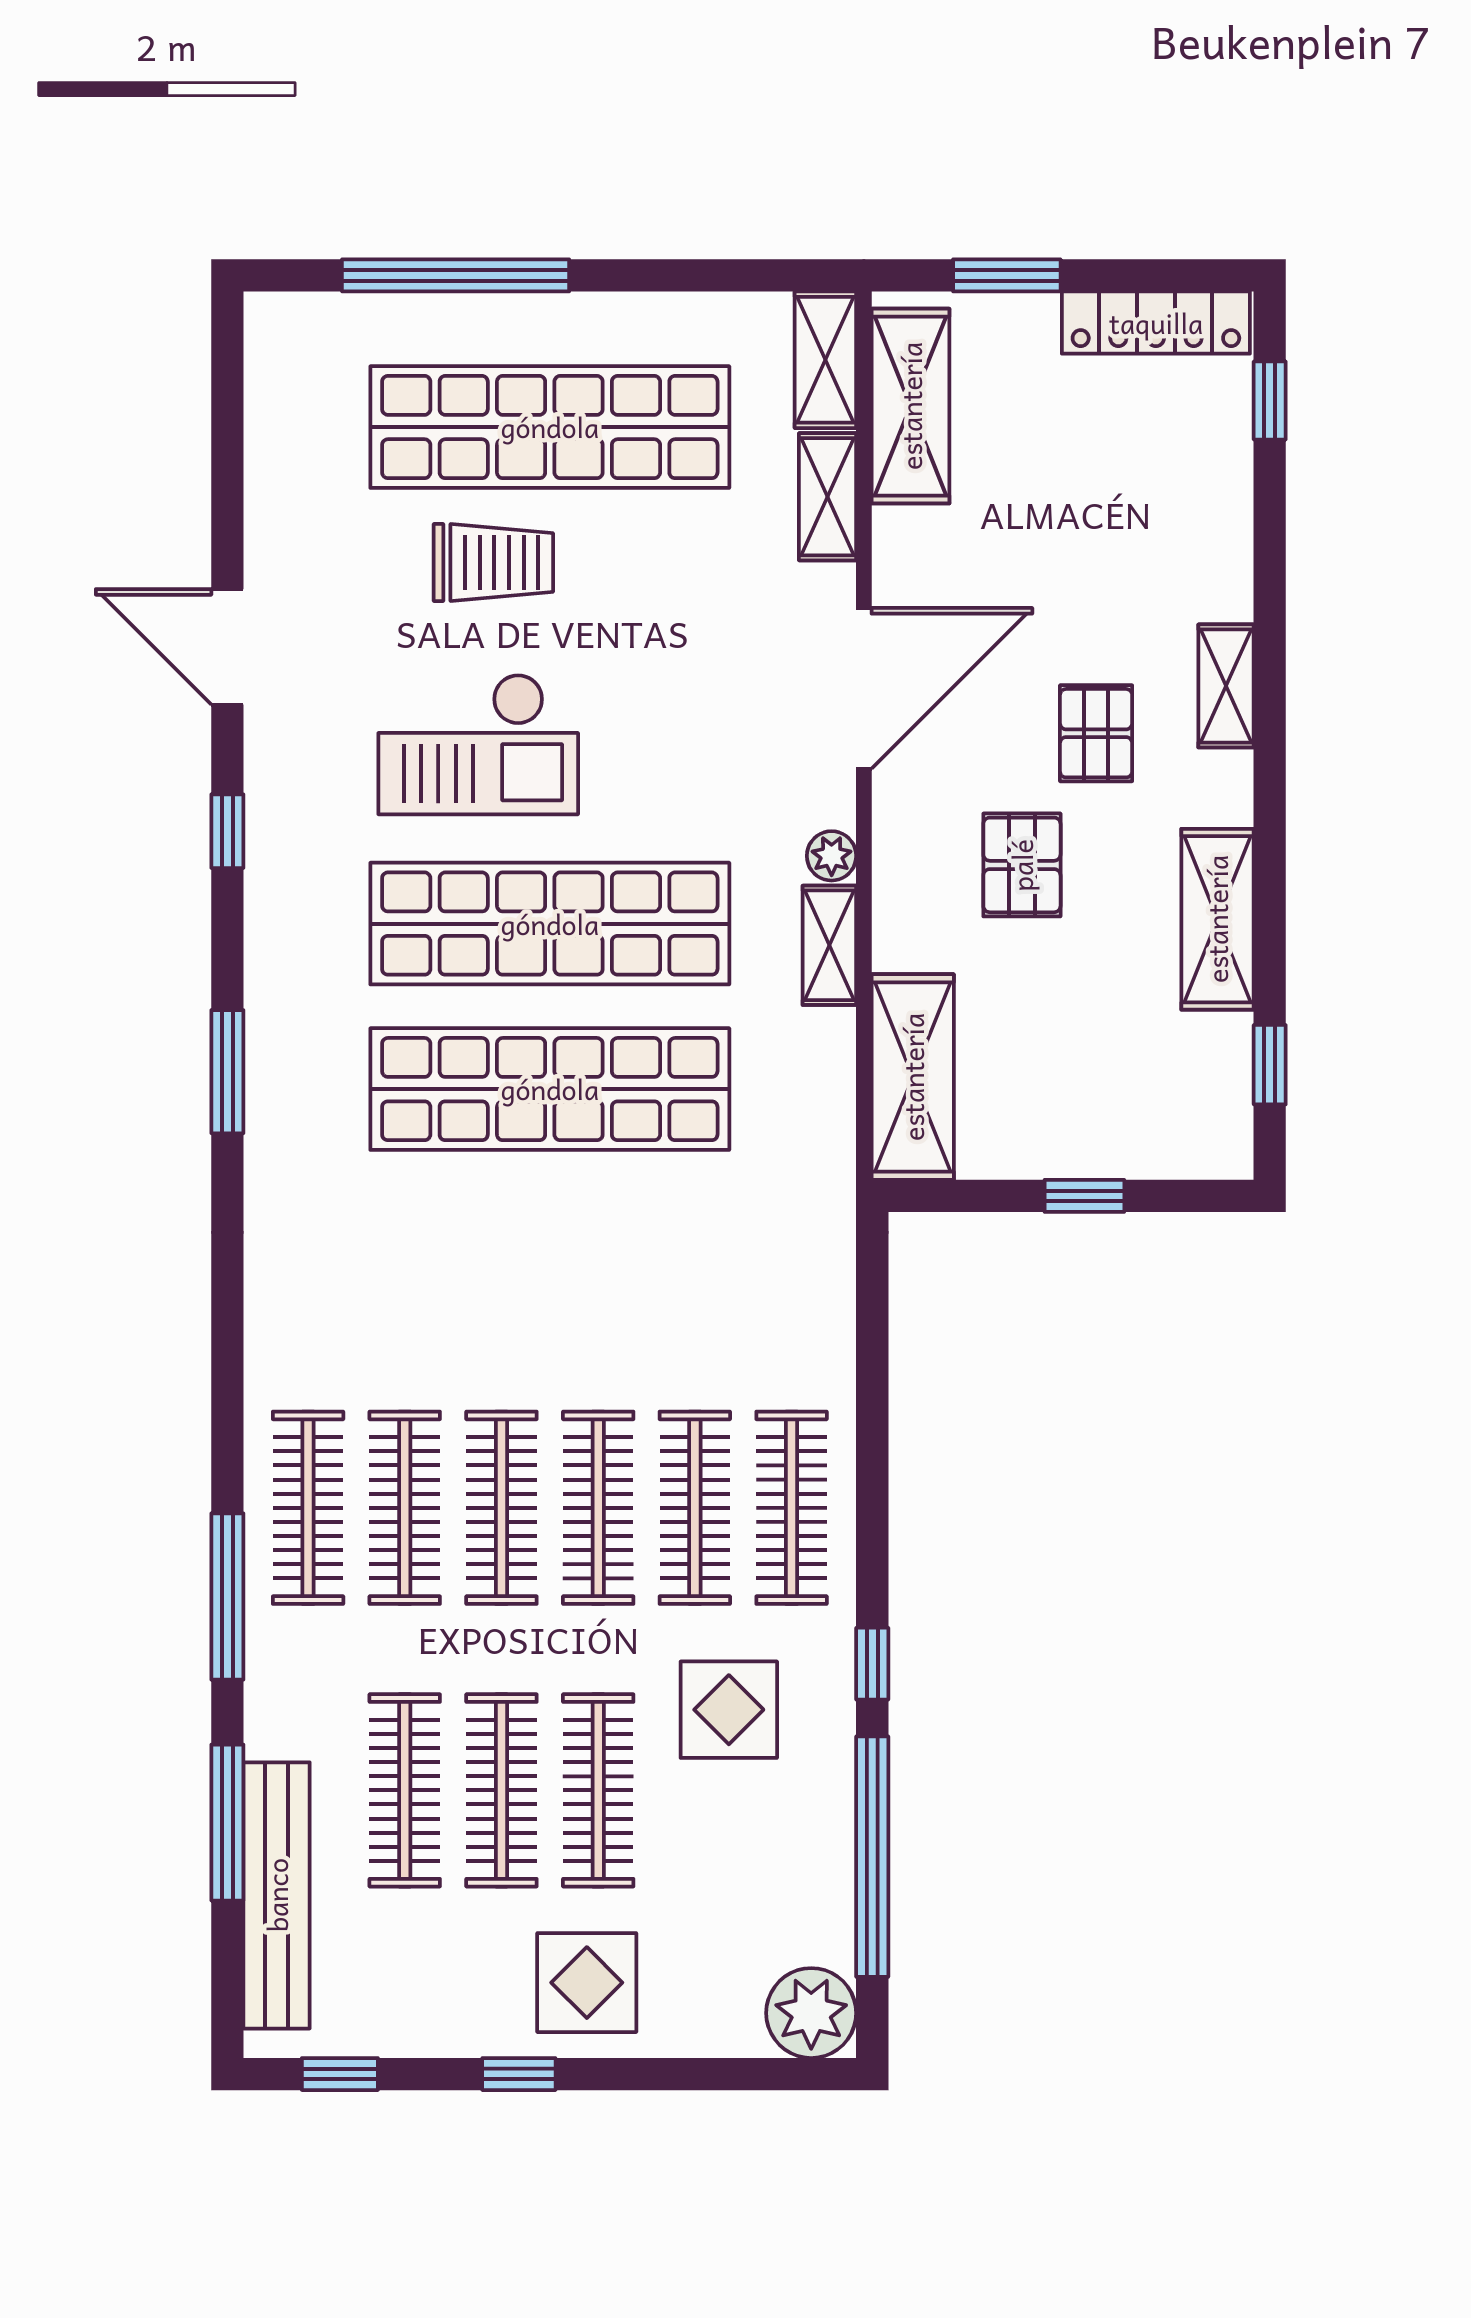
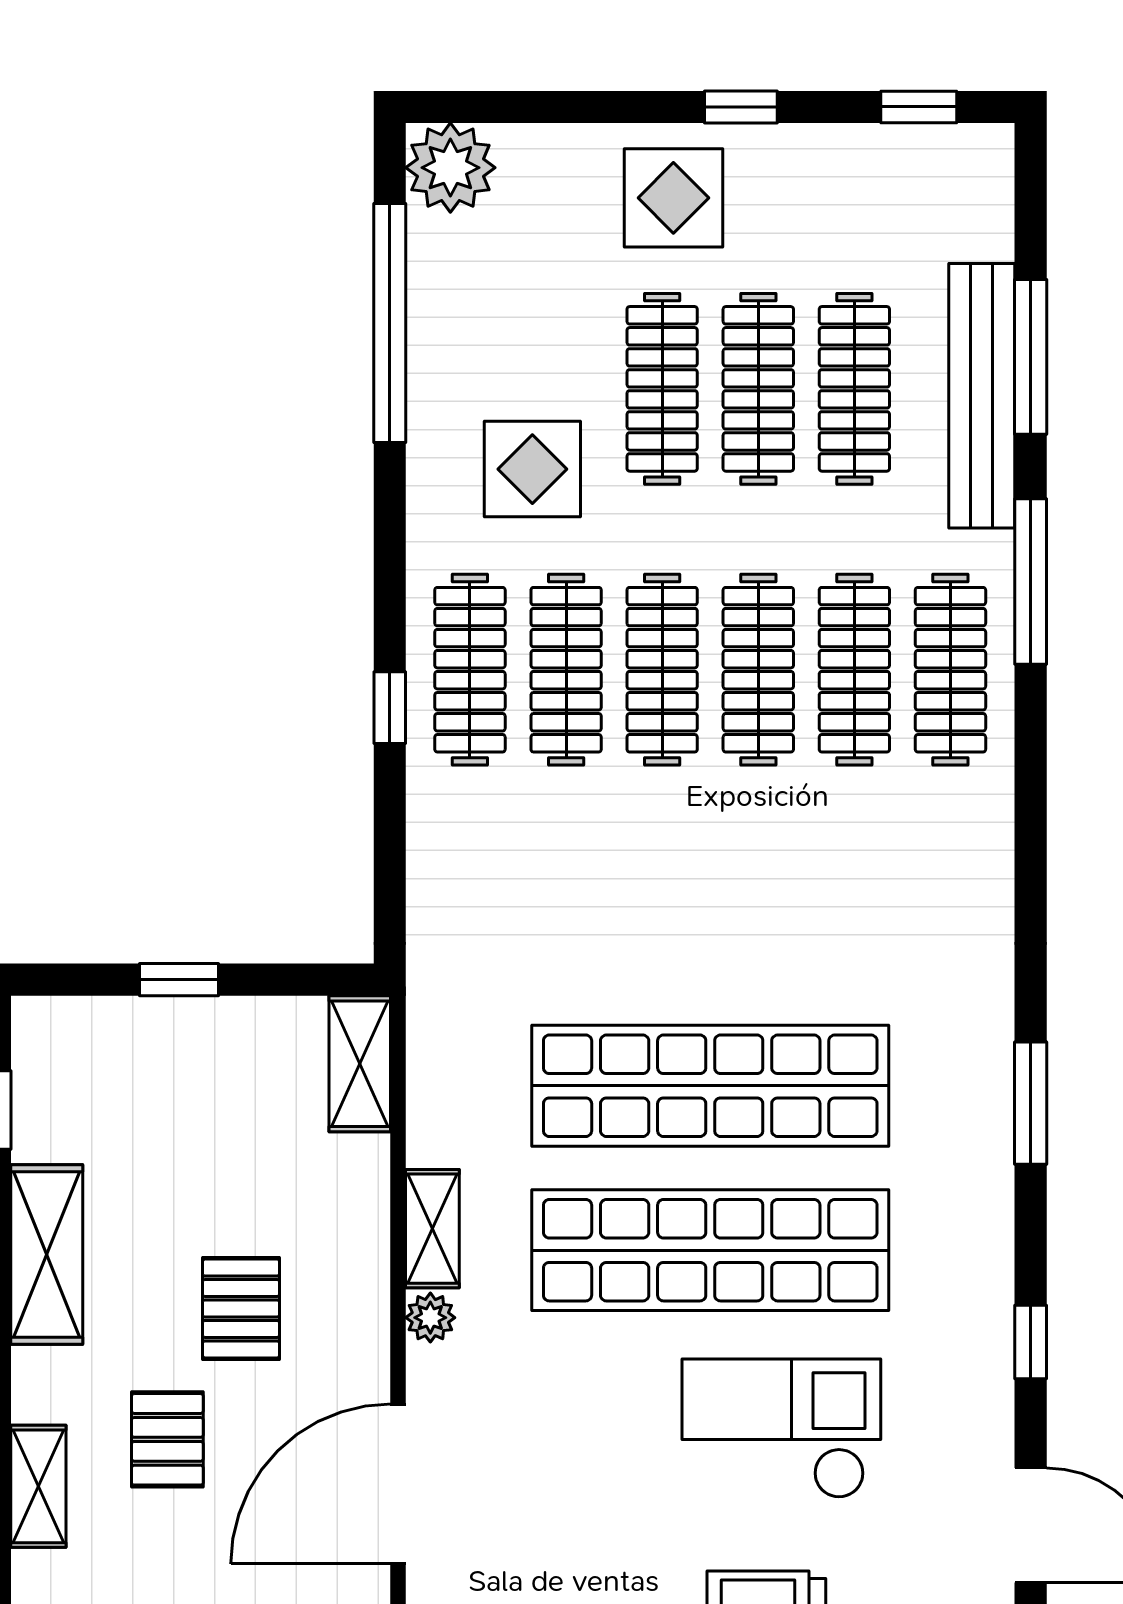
shelving: (913, 1077) -> (360, 1064), width x0.67, depth x0.75
window: (872, 1664) -> (390, 708), moved
bench: (277, 1895) -> (982, 396), moved

